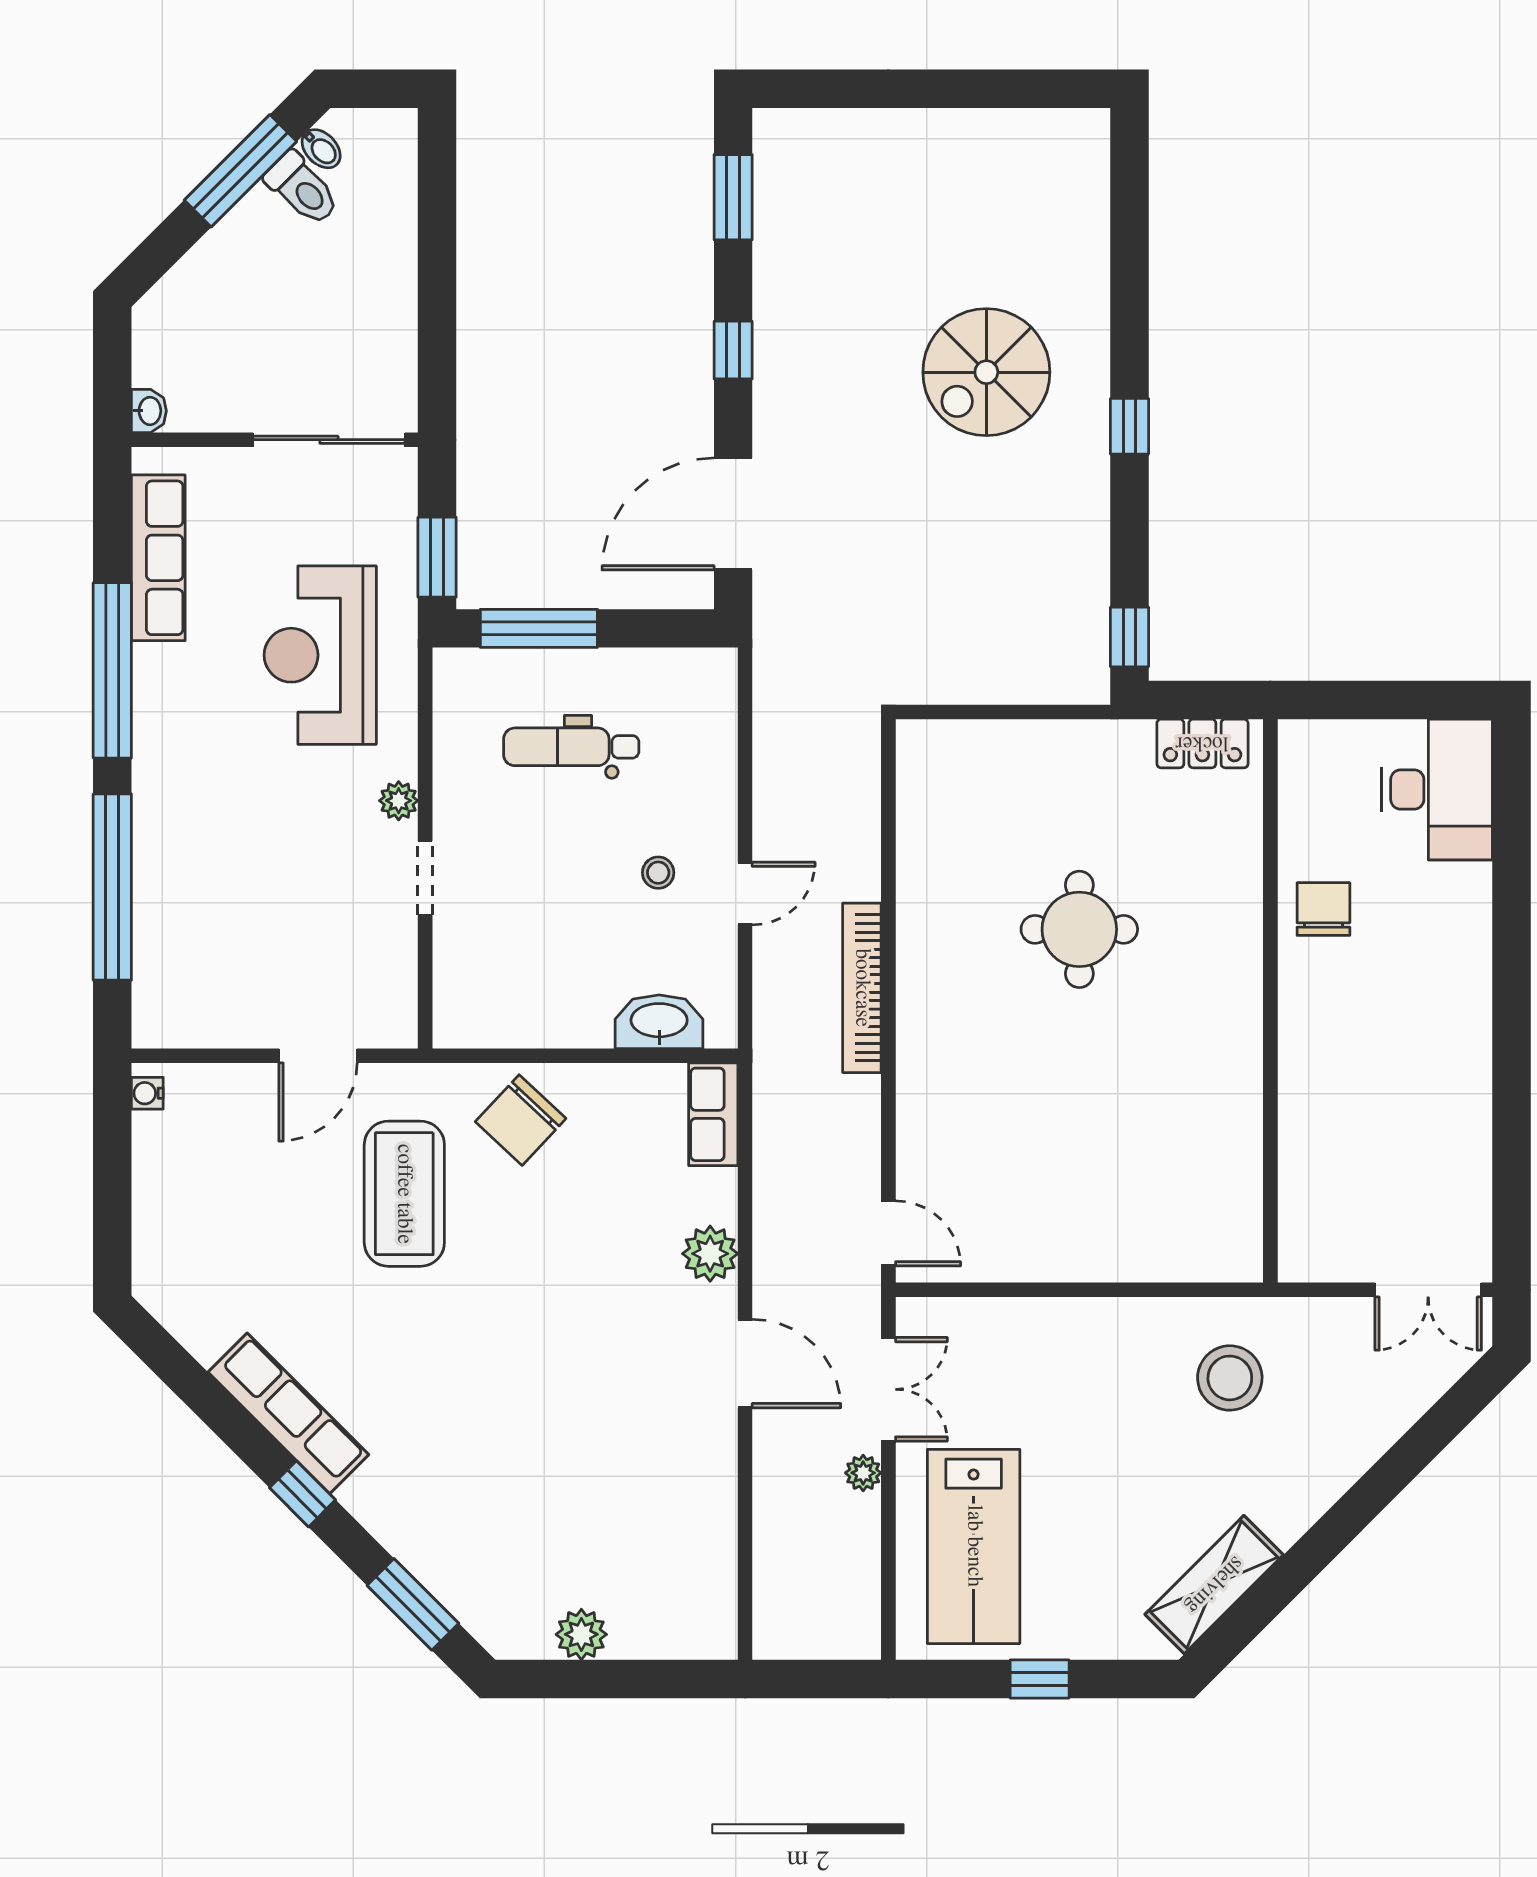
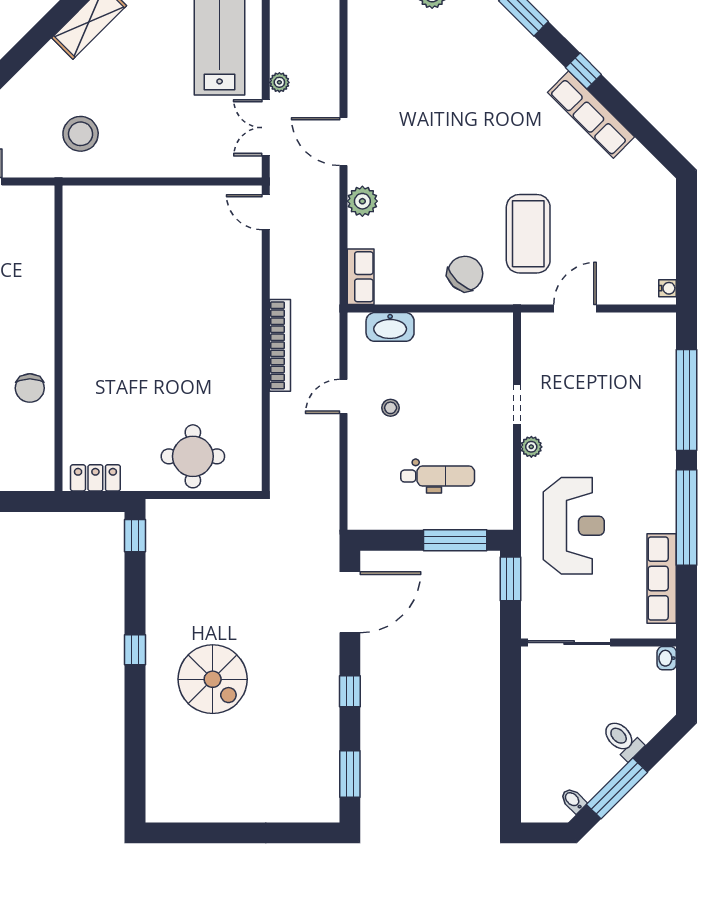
toilet: (302, 189) -> (623, 740), moved
spiral stairs: (986, 372) -> (213, 679), turned 90
round table: (1079, 929) -> (193, 456), moved

